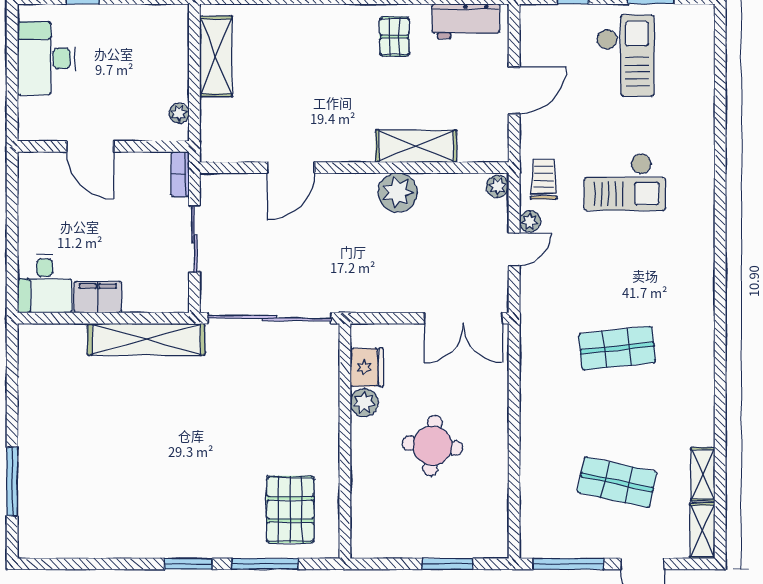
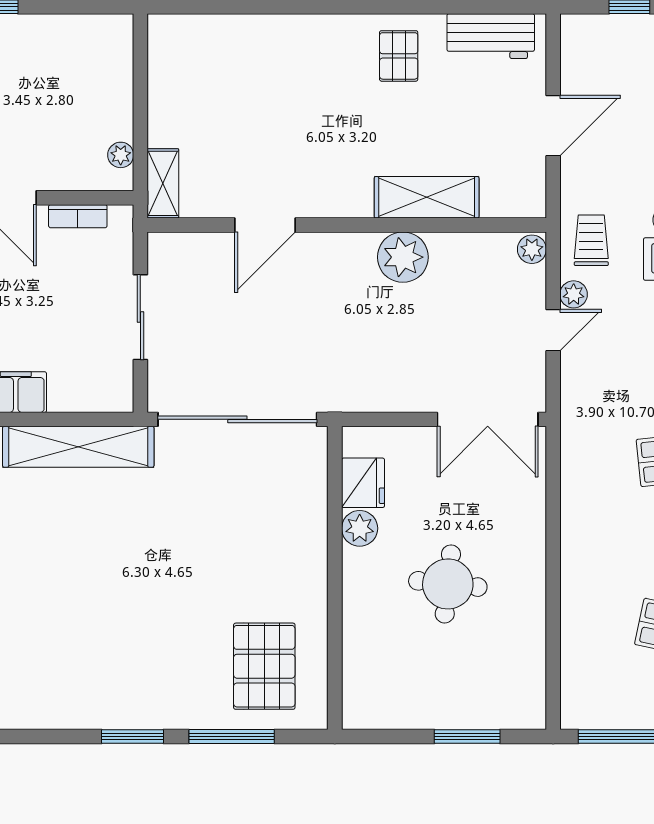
shelving: (216, 56) -> (163, 183), moved, width x0.67, depth x0.75
bookcase: (180, 174) -> (78, 216), moved, turned -90

